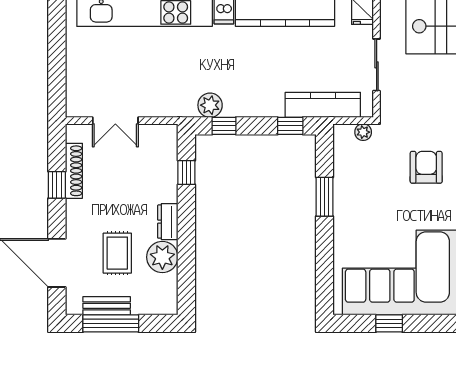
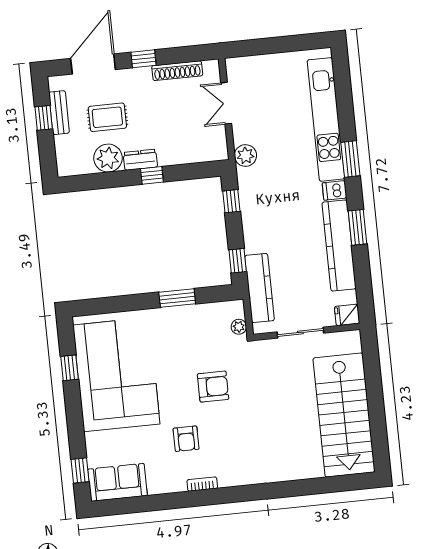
plant: (210, 105) -> (245, 156), moved
window: (186, 173) -> (152, 175), moved
window: (57, 185) -> (143, 59), moved
window: (111, 323) -> (44, 118), width x0.46

